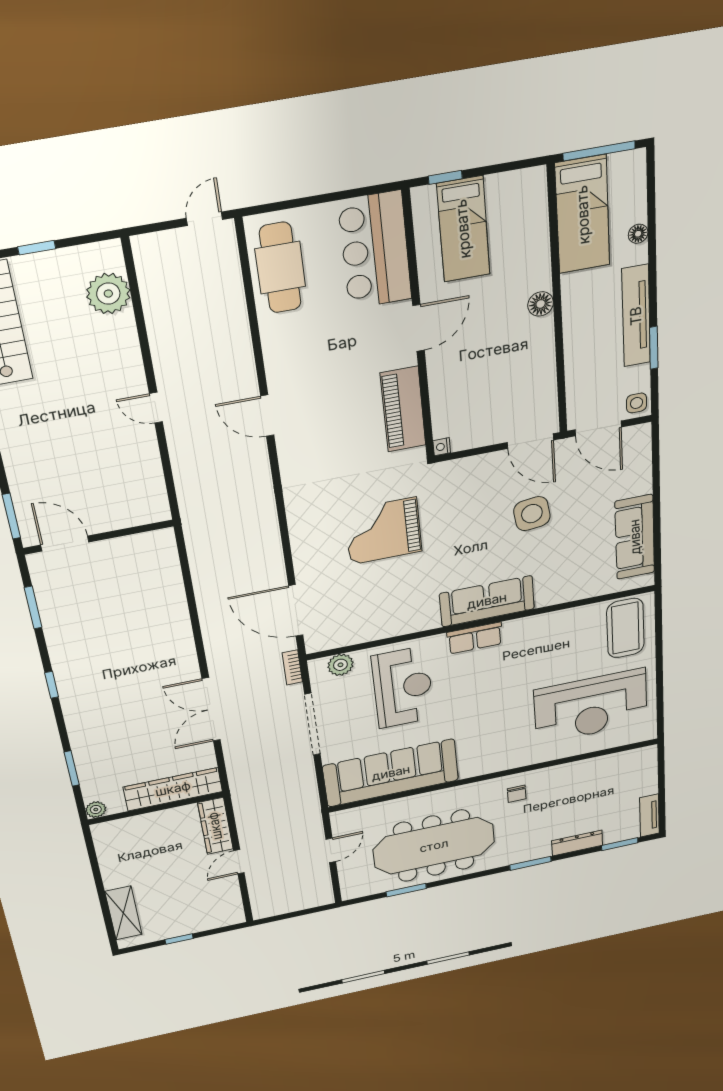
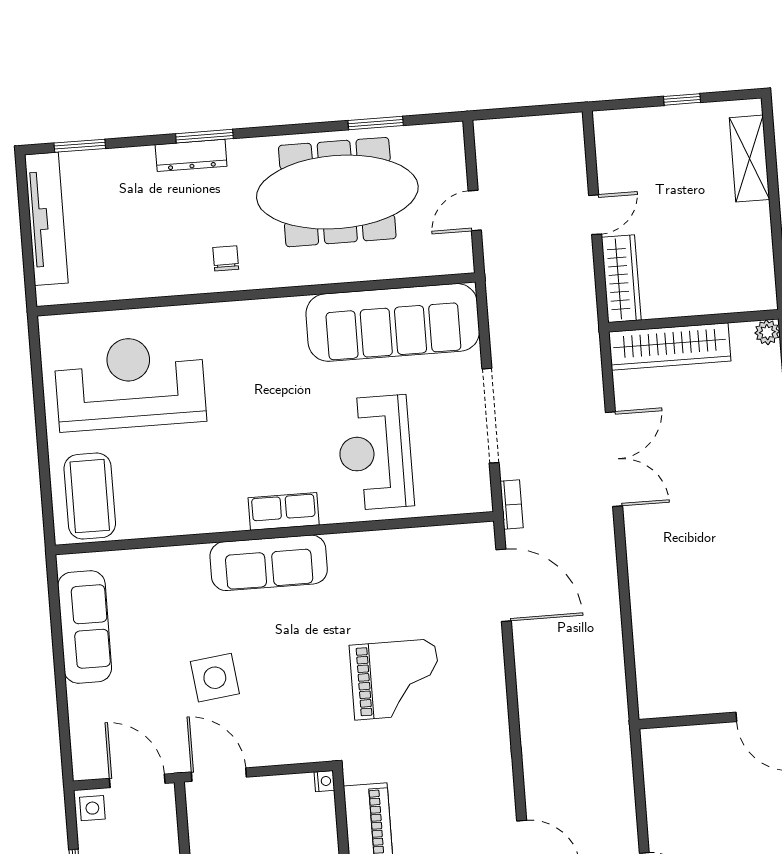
plant: (340, 665) -> (452, 499), removed
tv unit: (649, 816) -> (46, 219), width x1.92, depth x1.29
dresser: (577, 843) -> (191, 155), moved

